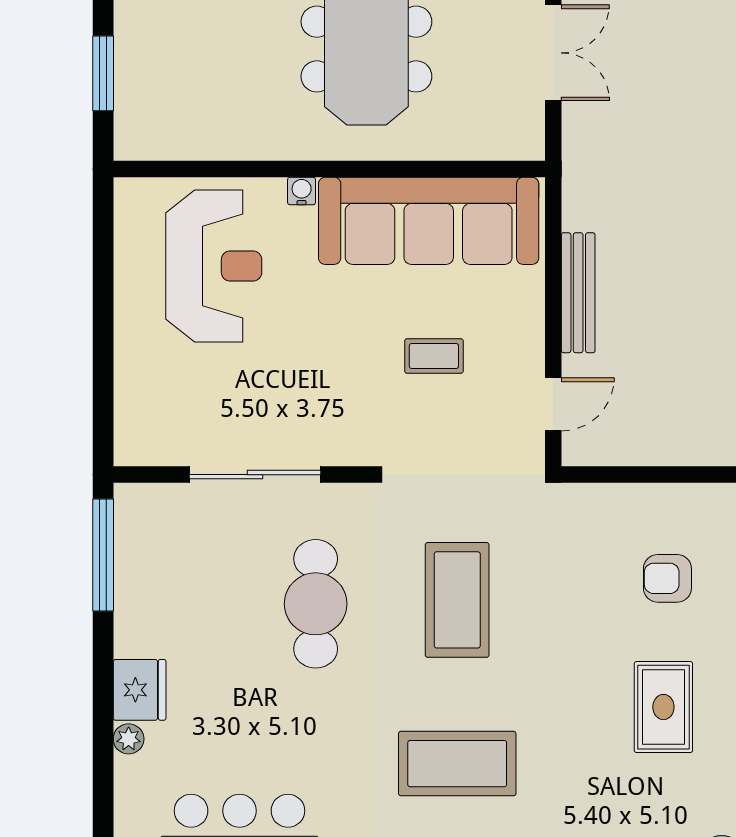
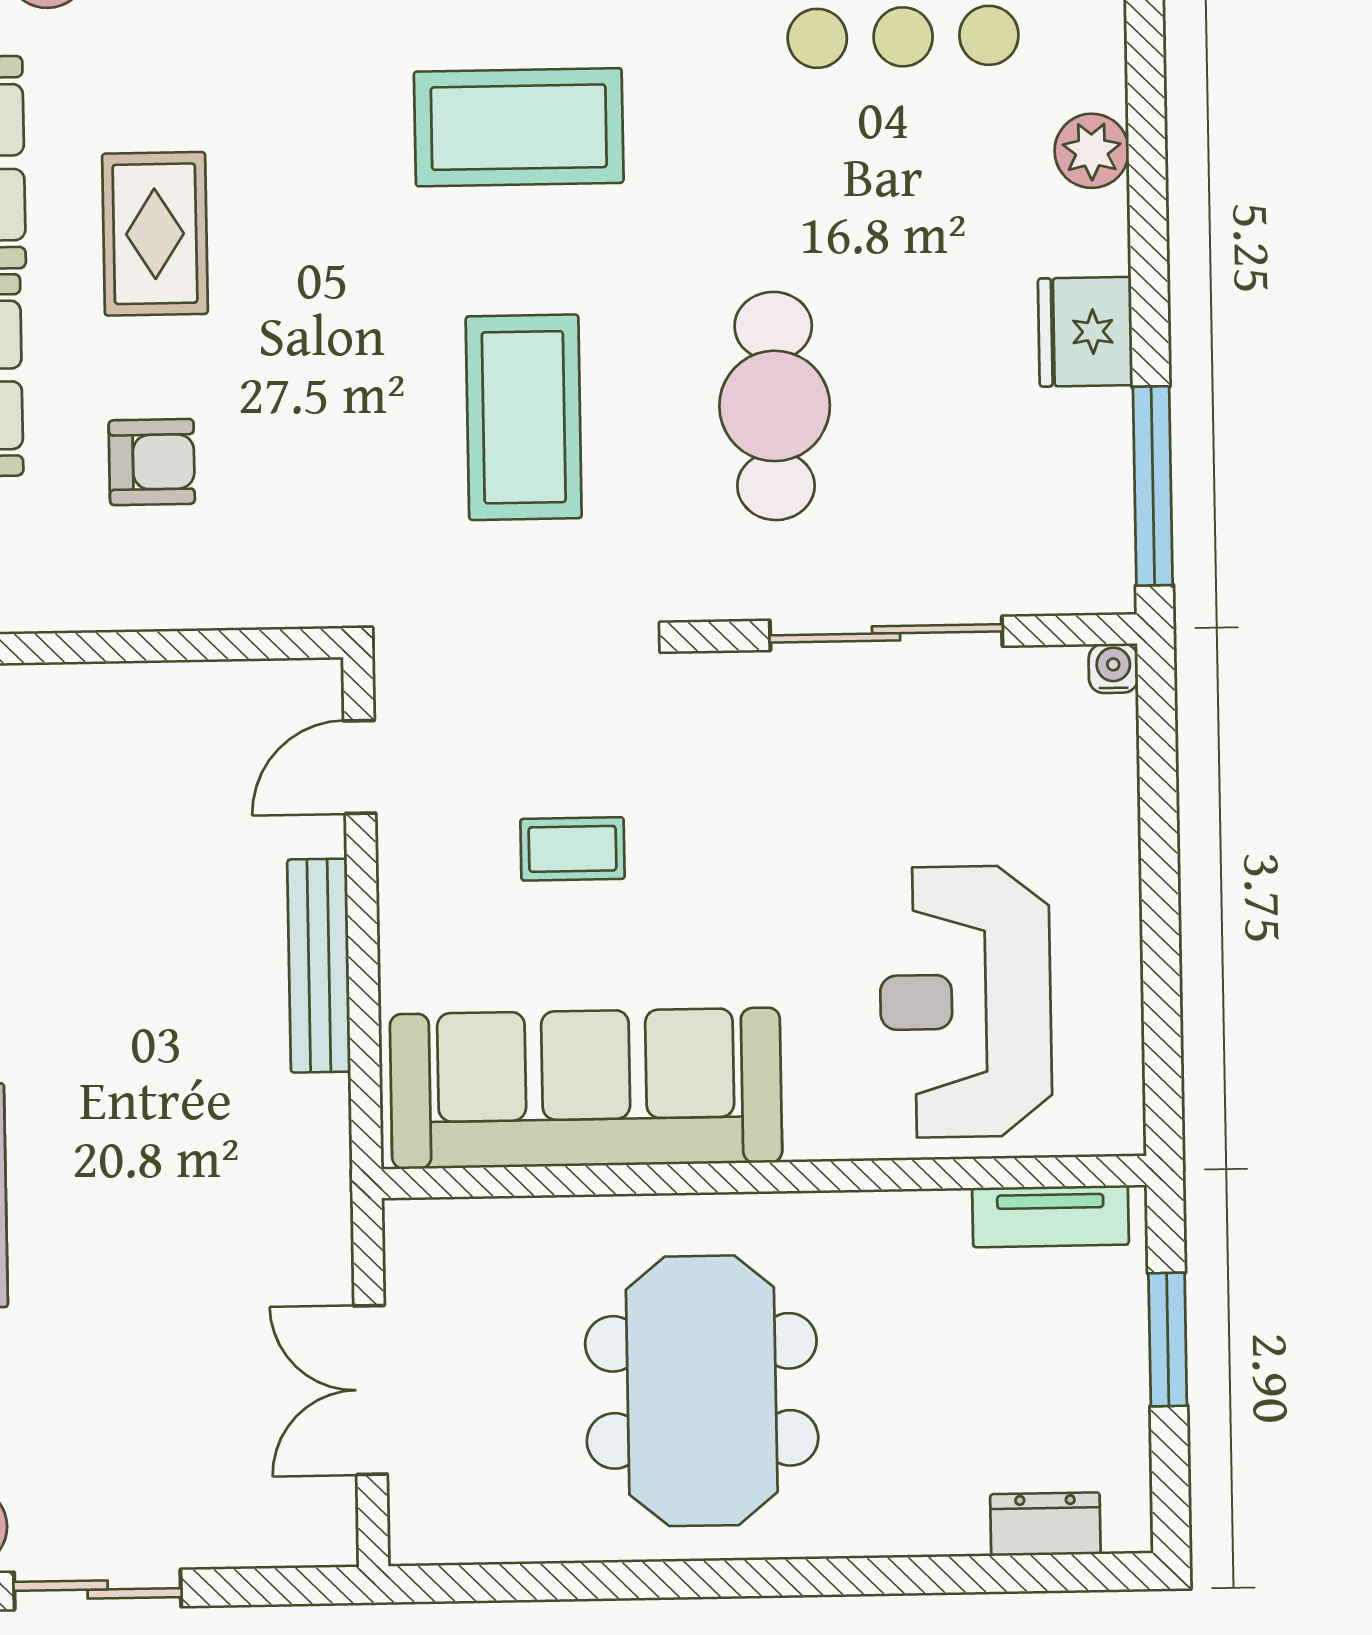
tv unit: (168, 144) -> (1050, 1216), added
water cooler: (302, 191) -> (1113, 668), moved, turned 180
fridge: (140, 690) -> (1085, 332), moved
plant: (129, 739) -> (1092, 151), width x1.38, depth x1.38

